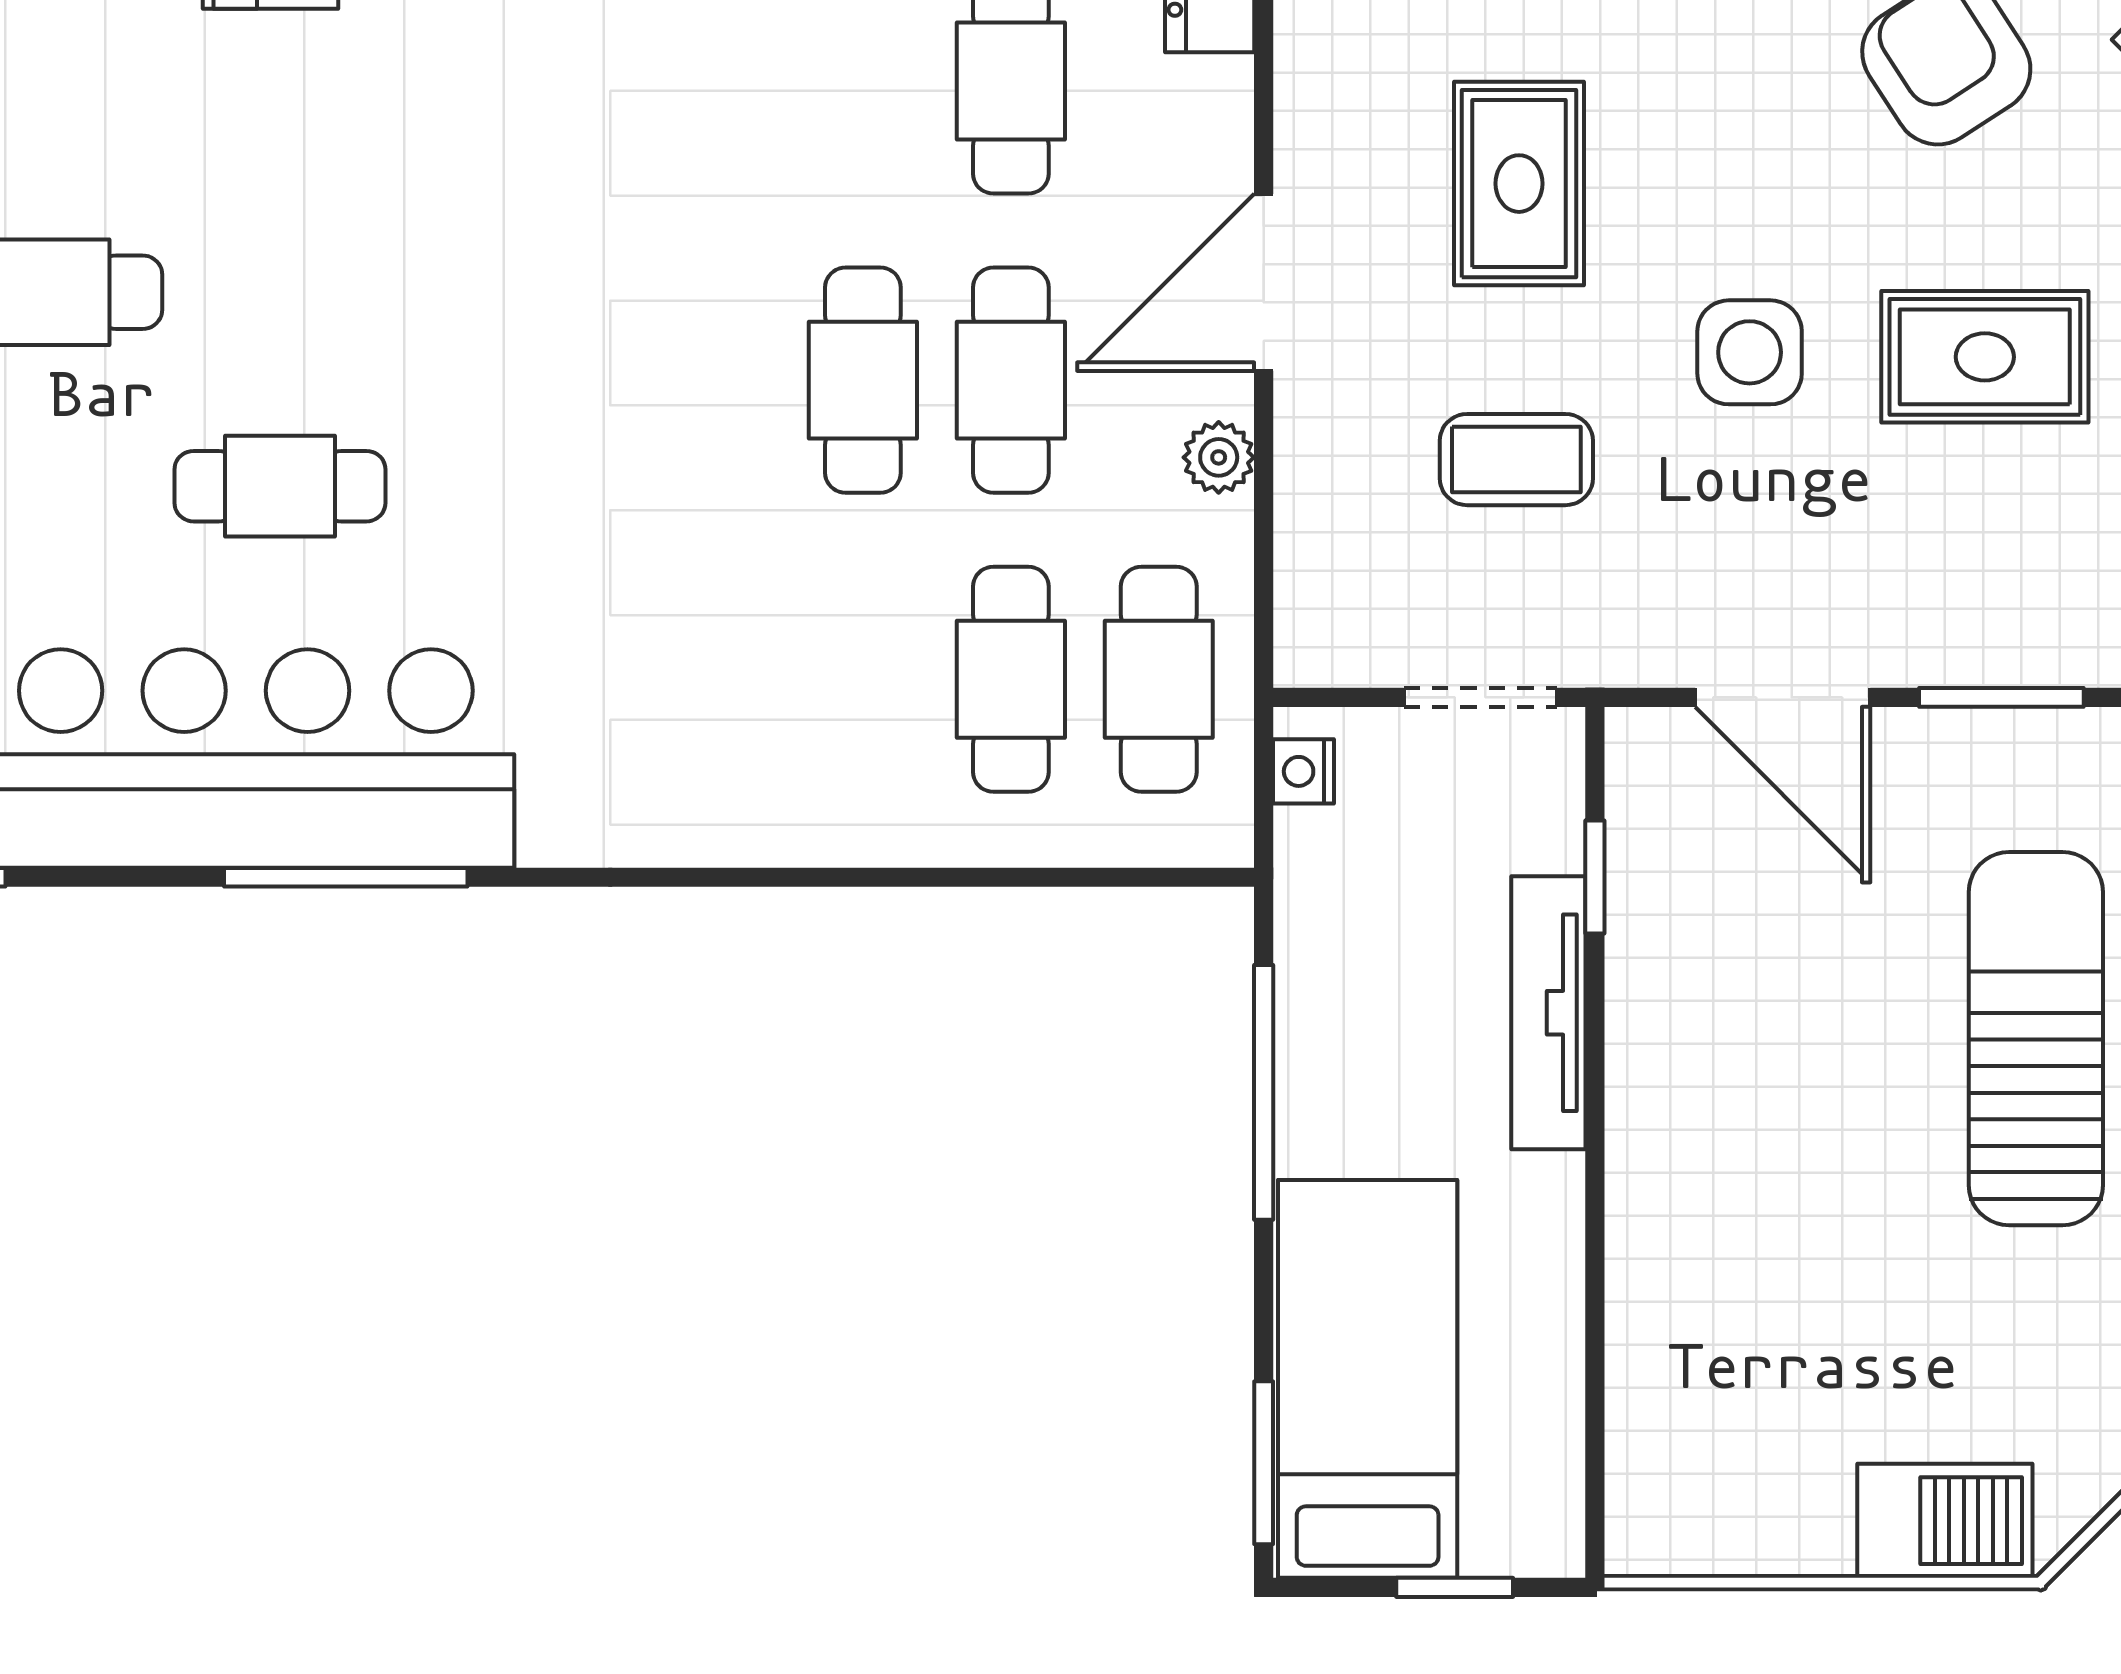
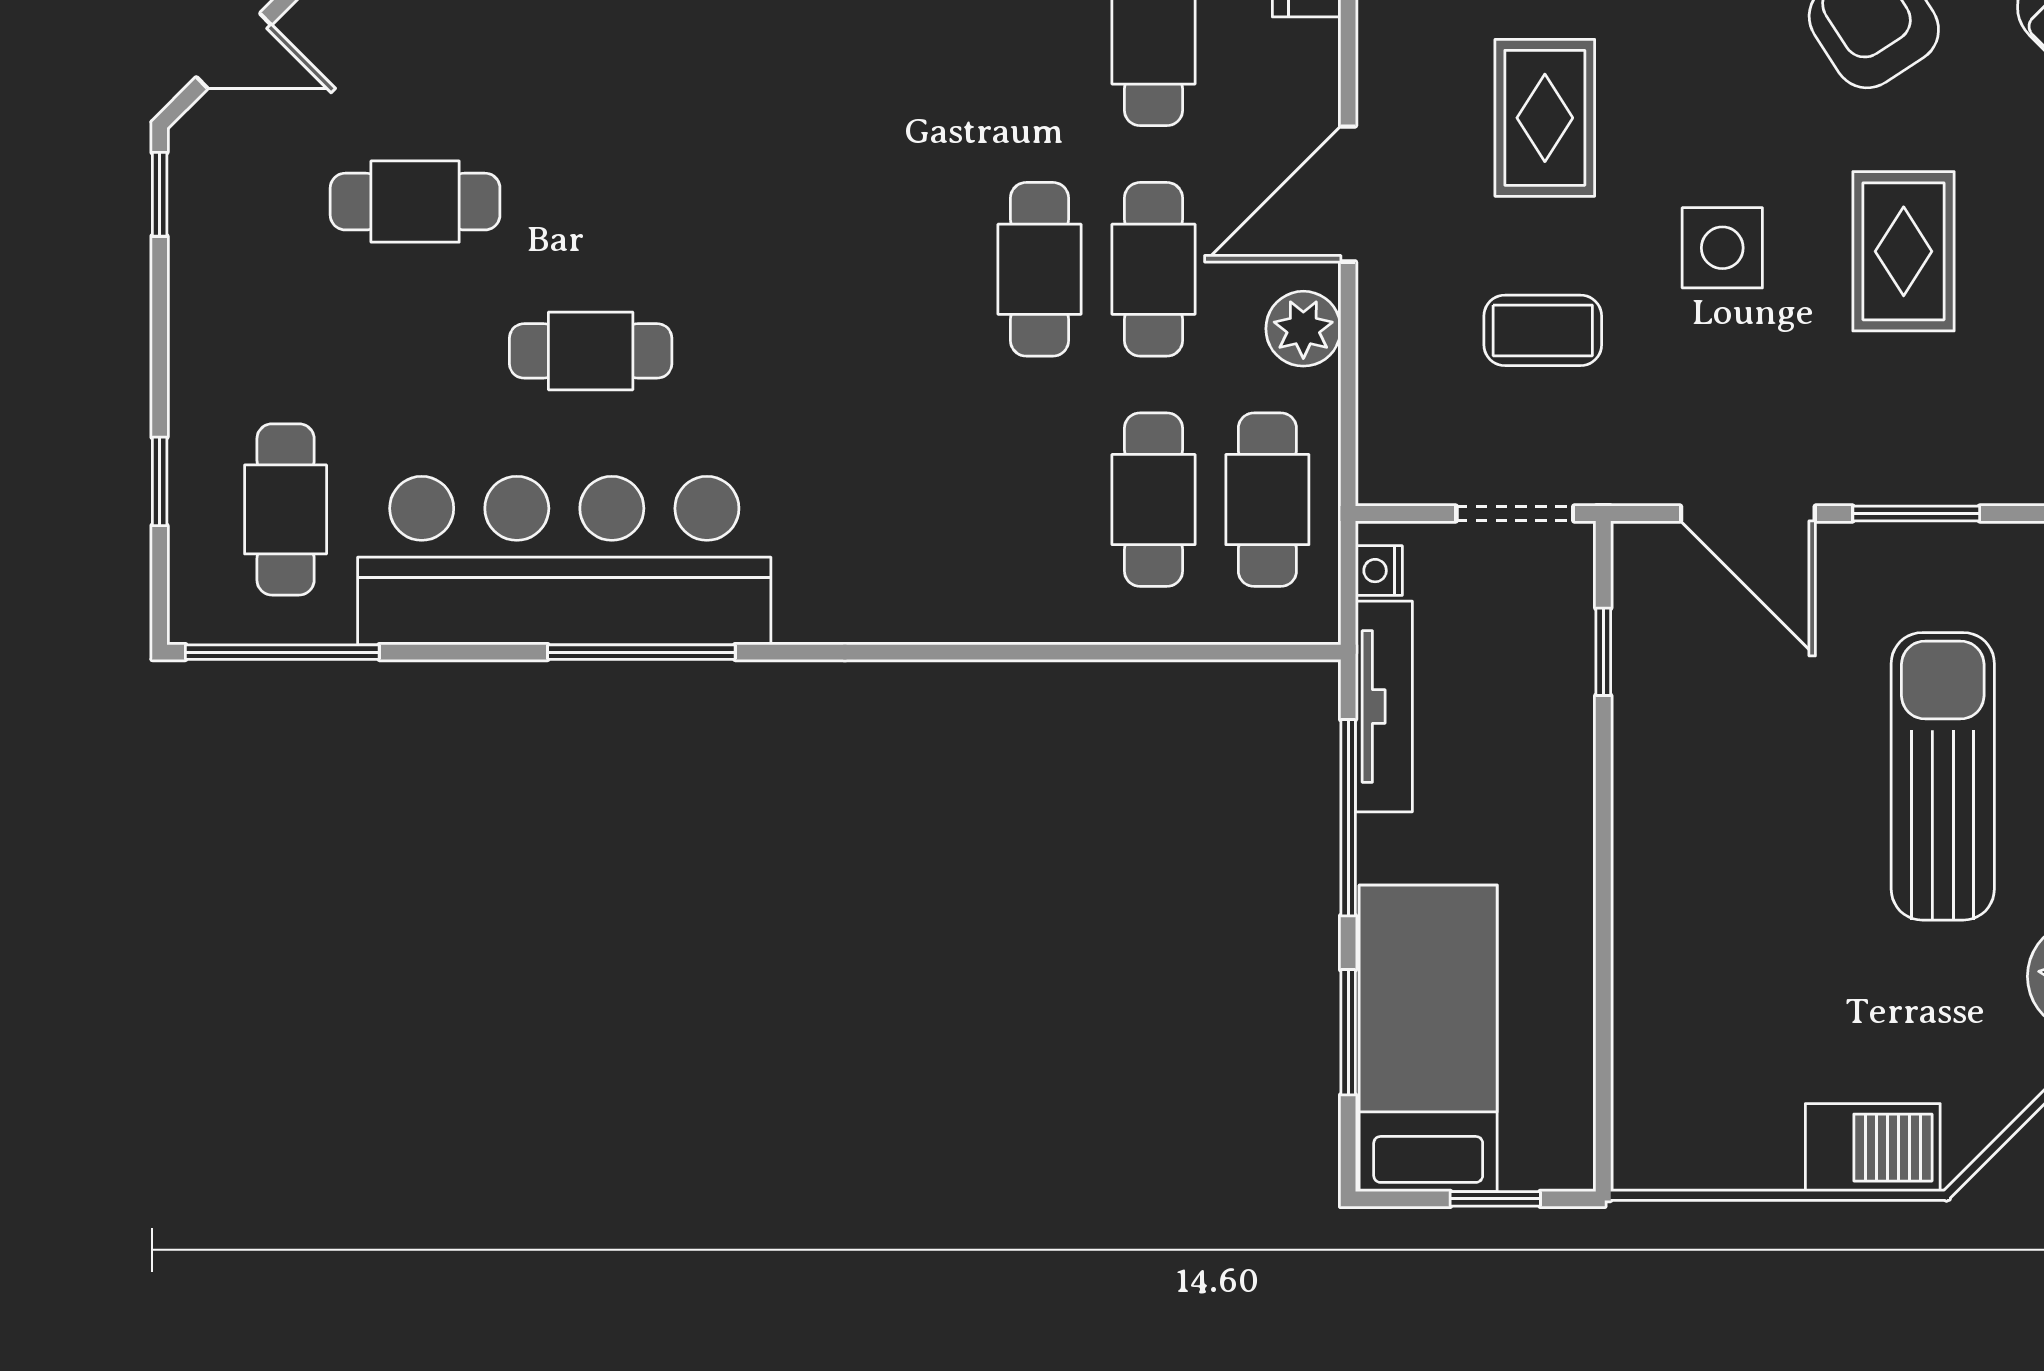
rug: (1985, 357) -> (1904, 251), turned 90
plant: (1219, 457) -> (1303, 329), width x1.38, depth x1.38
tv unit: (1548, 1013) -> (1384, 707), moved, turned 180
window: (1264, 1463) -> (1348, 1032), moved

